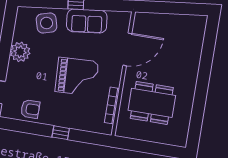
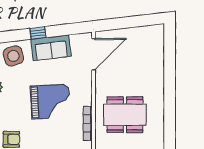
door: (127, 49) -> (94, 54), moved

